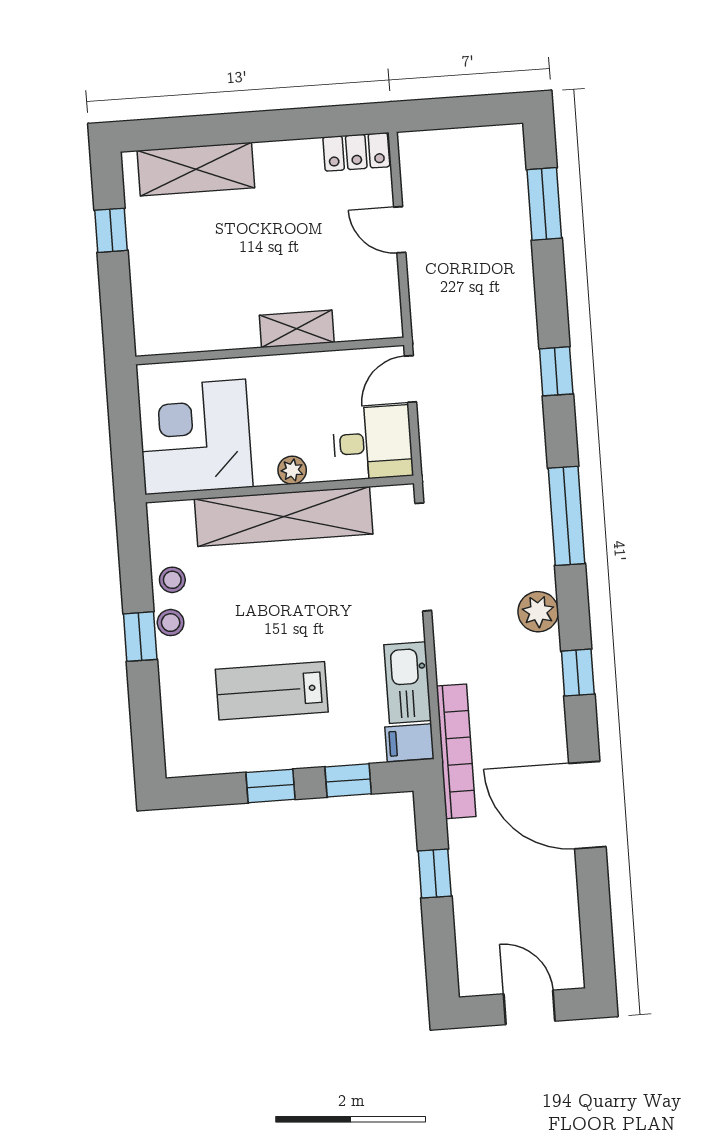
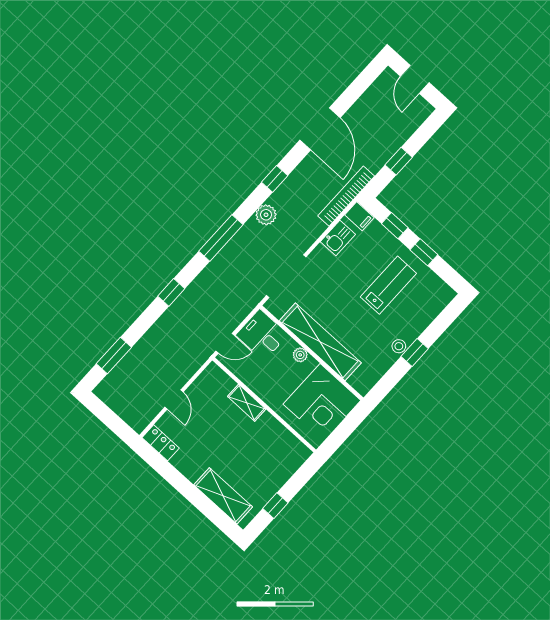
stool: (172, 580) -> (383, 361), removed
kitchen sink: (408, 683) -> (338, 238), width x0.73
lab bench: (272, 691) -> (388, 285), turned -90

